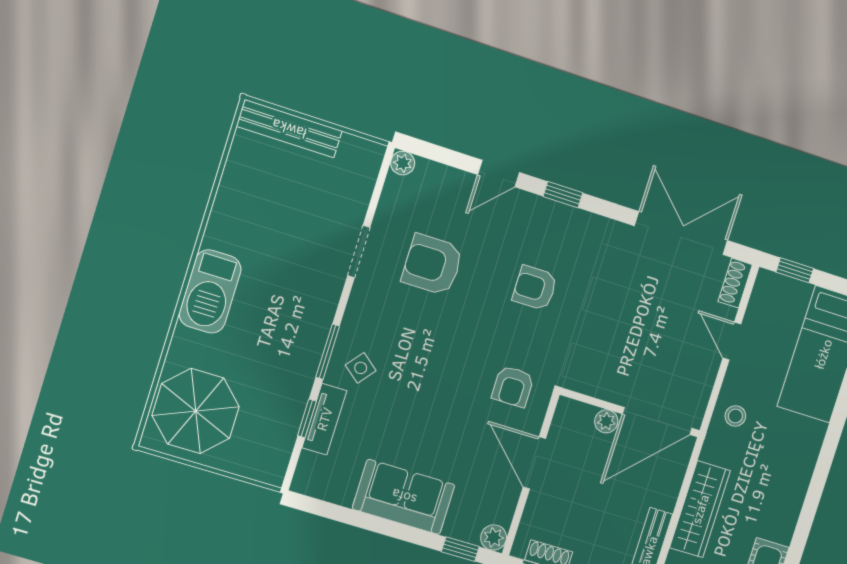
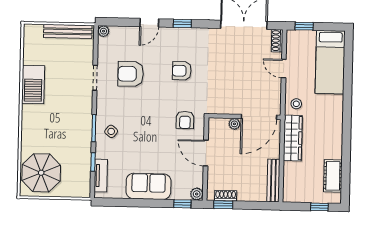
bench: (289, 129) -> (68, 31), moved
barbecue: (210, 291) -> (33, 84), moved
tv unit: (324, 419) -> (101, 176), moved
wardrobe: (700, 509) -> (293, 138), moved

